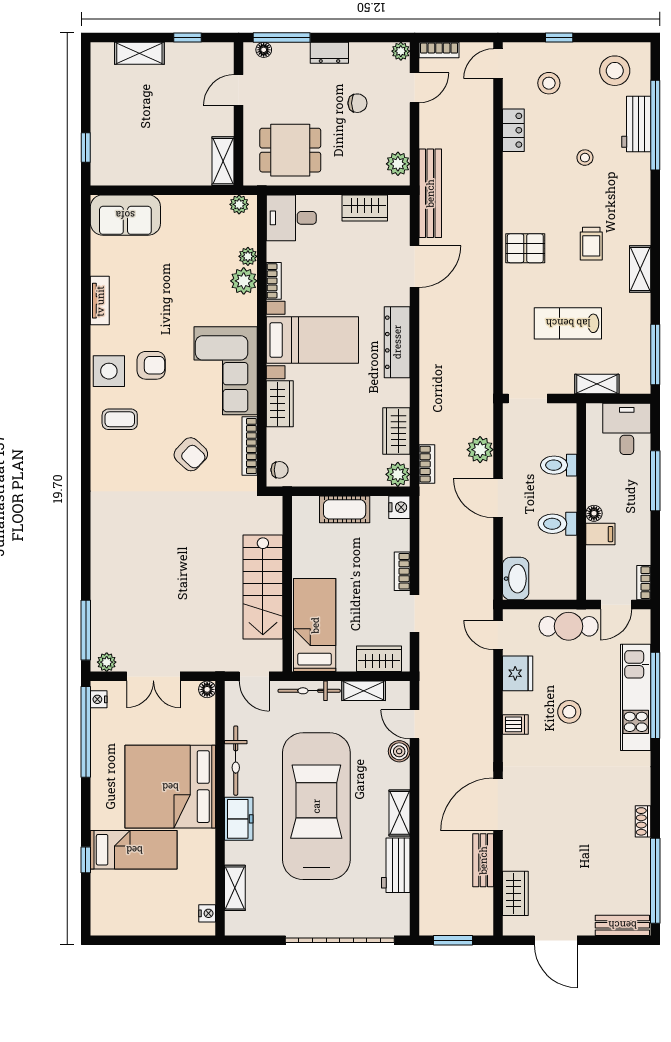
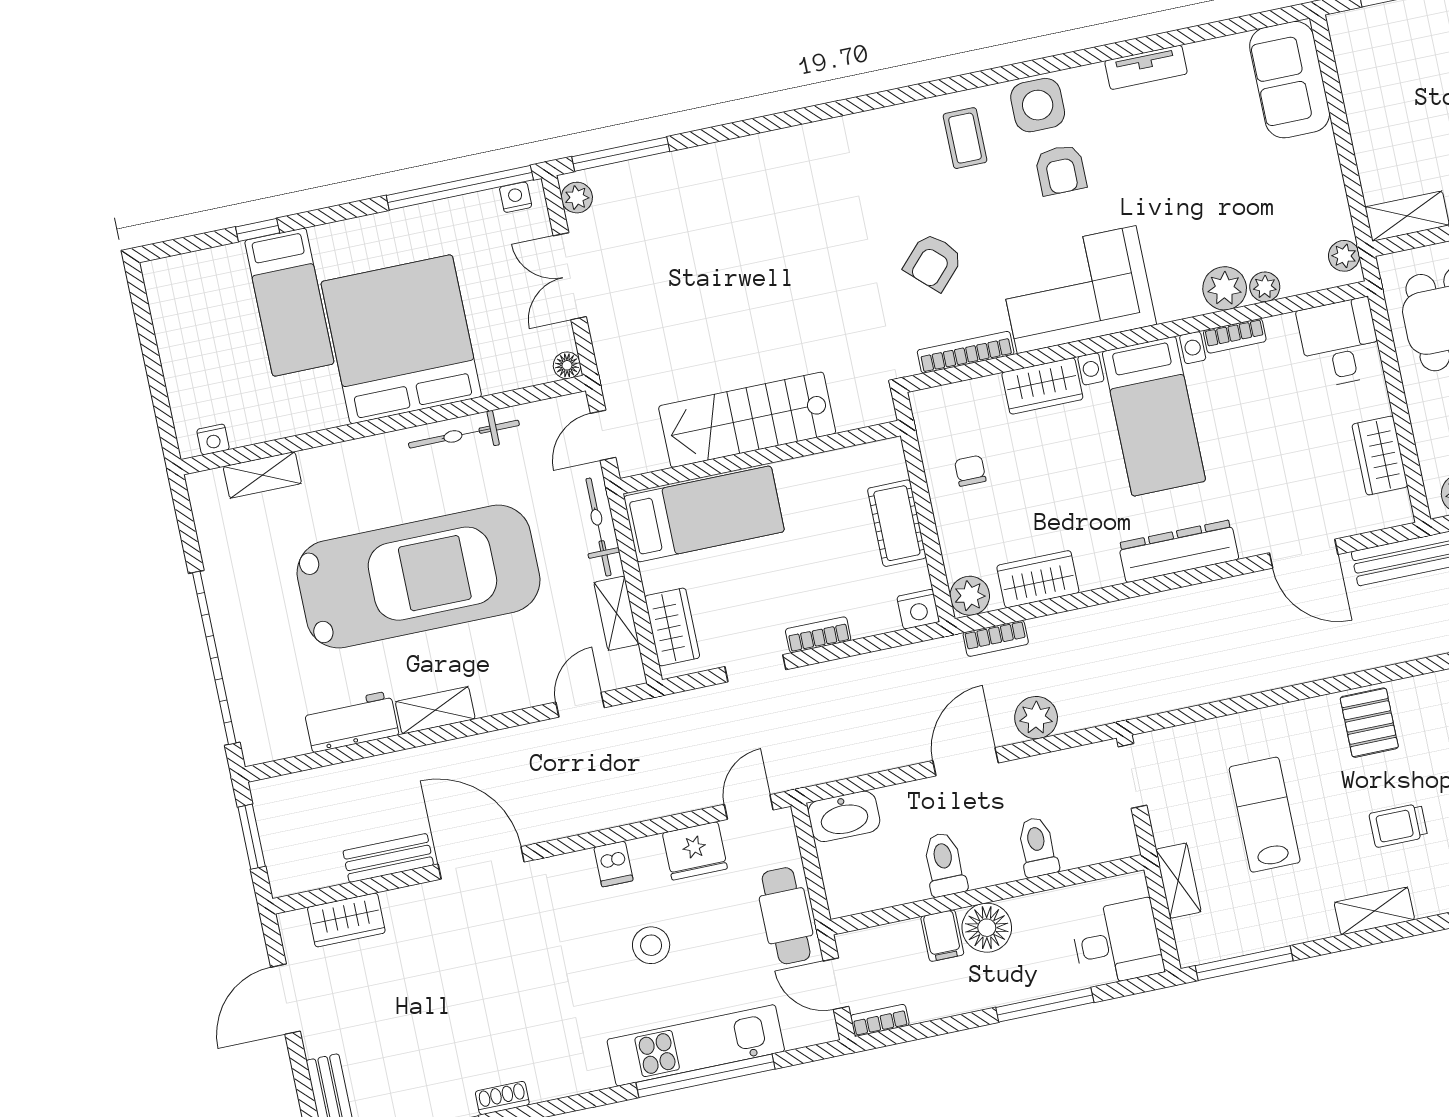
chair: (280, 470) -> (970, 471), moved, turned 180
floor lamp: (594, 513) -> (987, 928), width x1.89, depth x1.89
boiler: (399, 751) -> (533, 689), removed
freezer: (239, 819) -> (373, 458), removed

